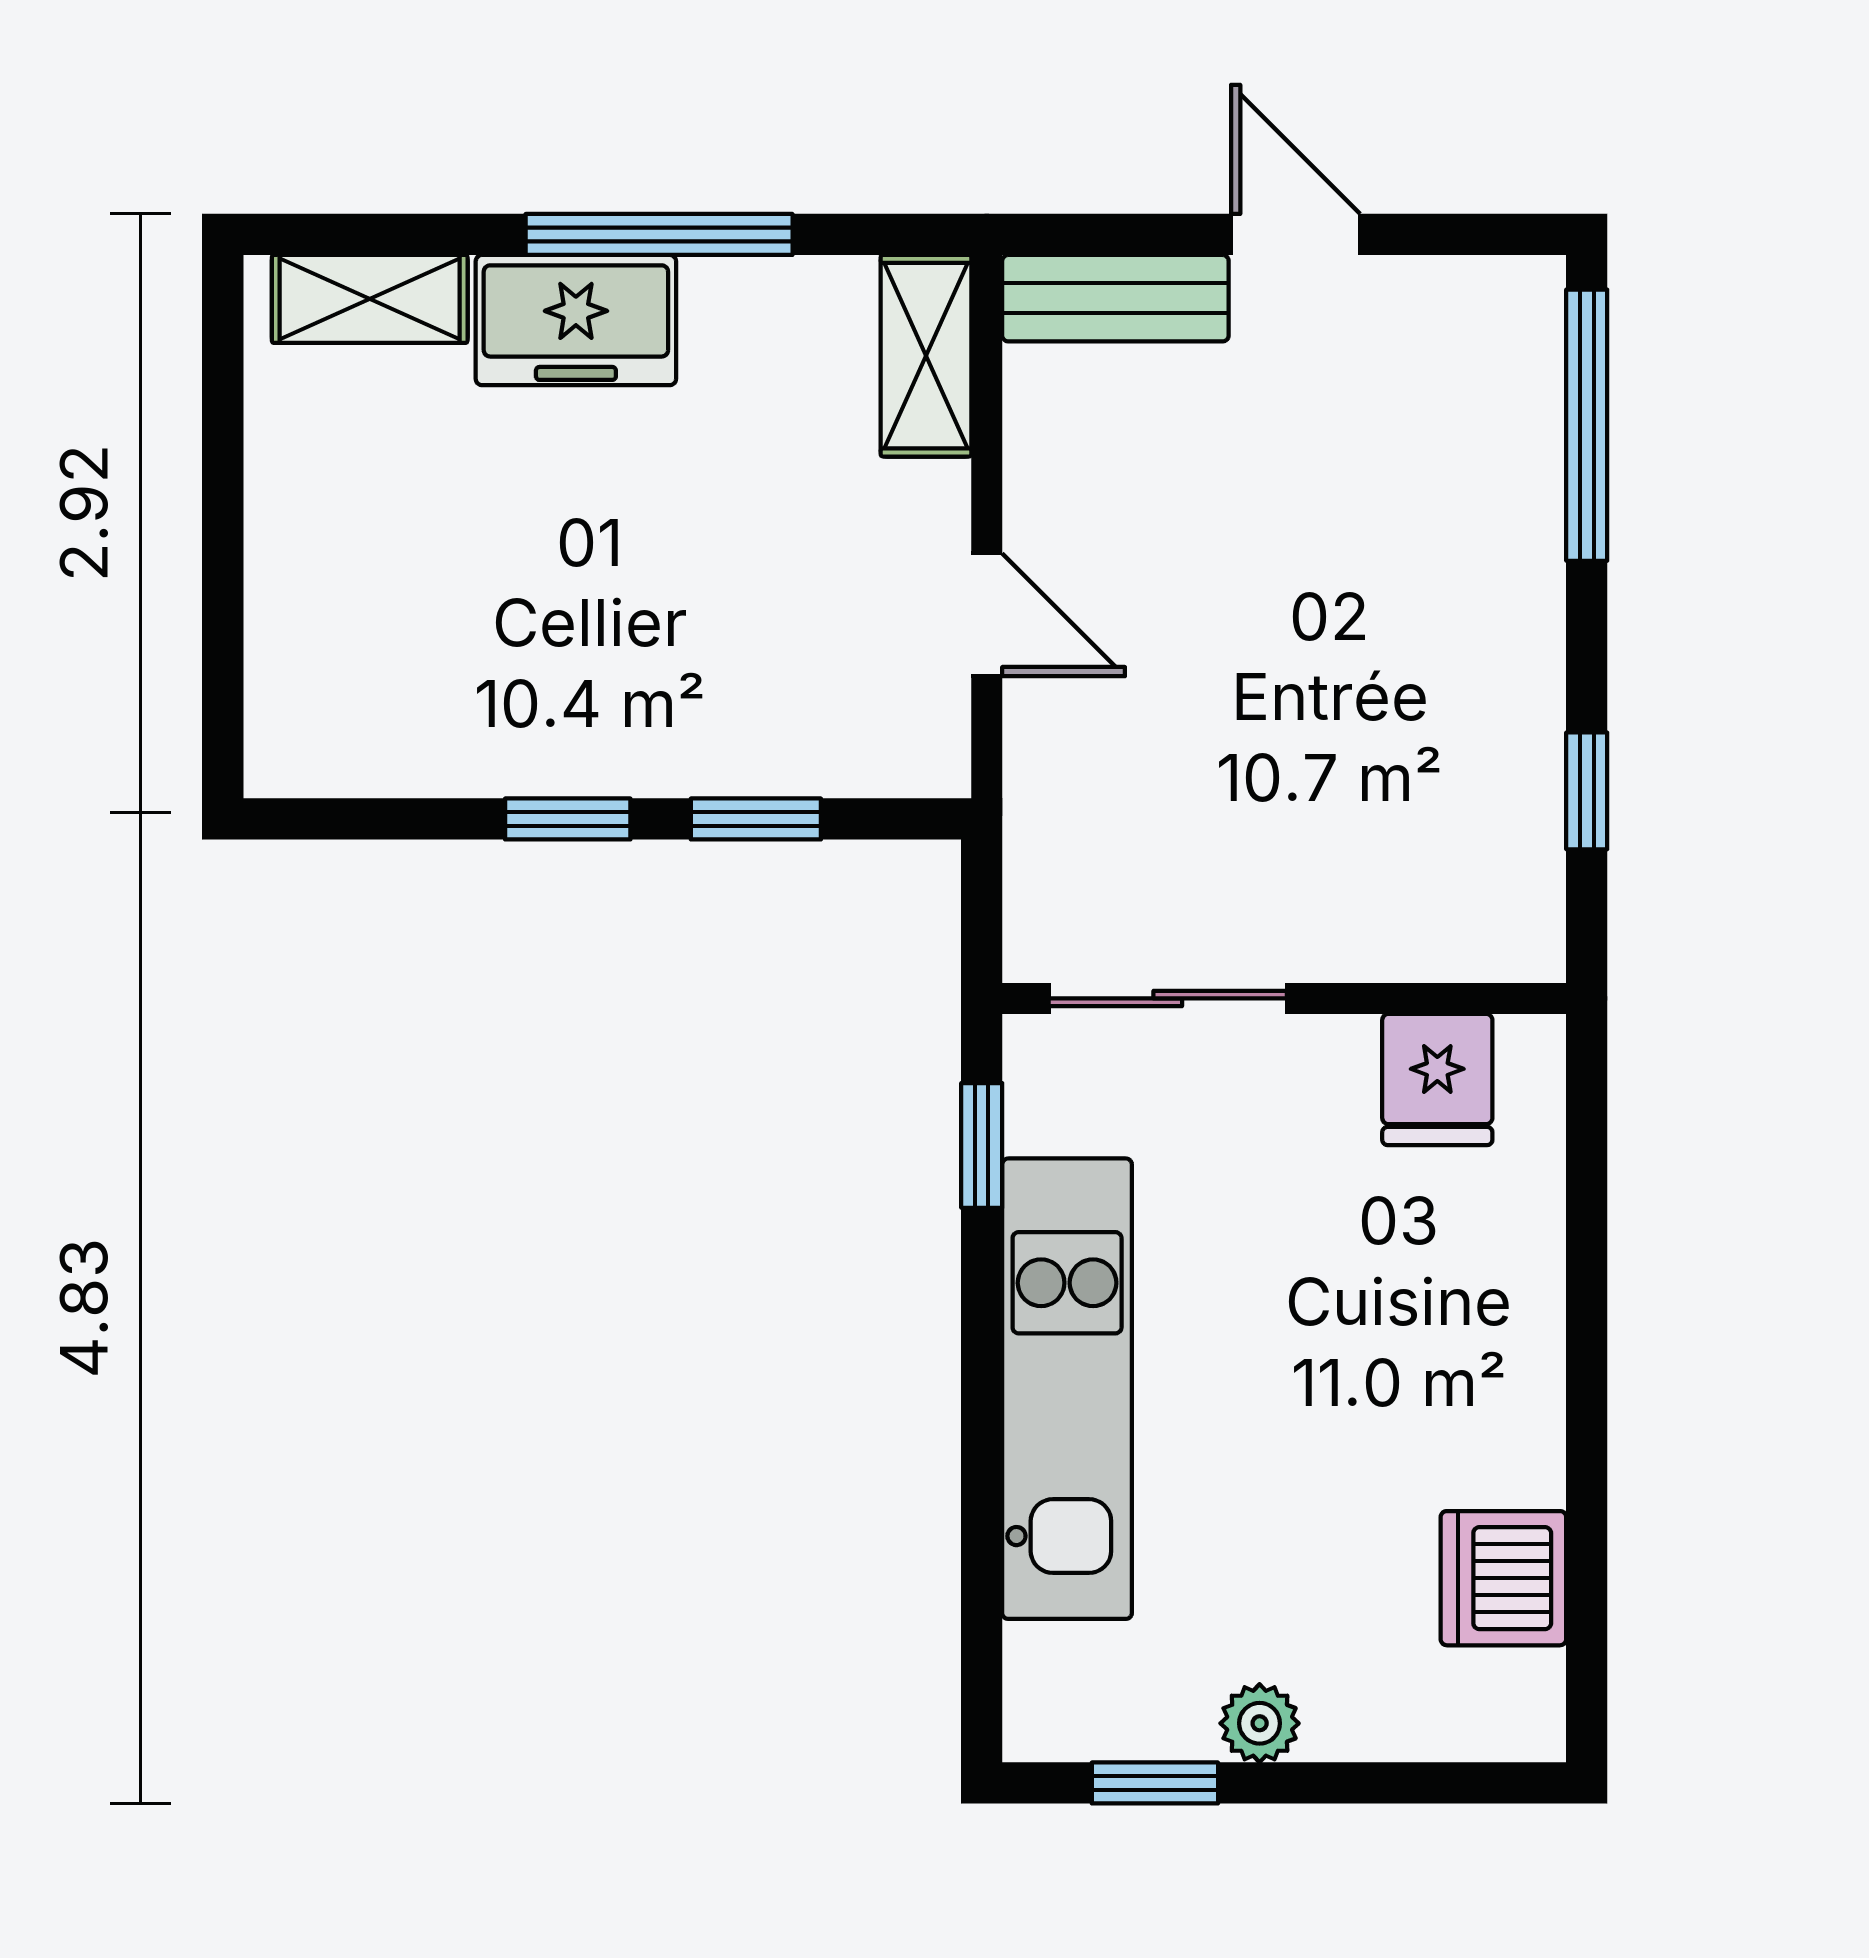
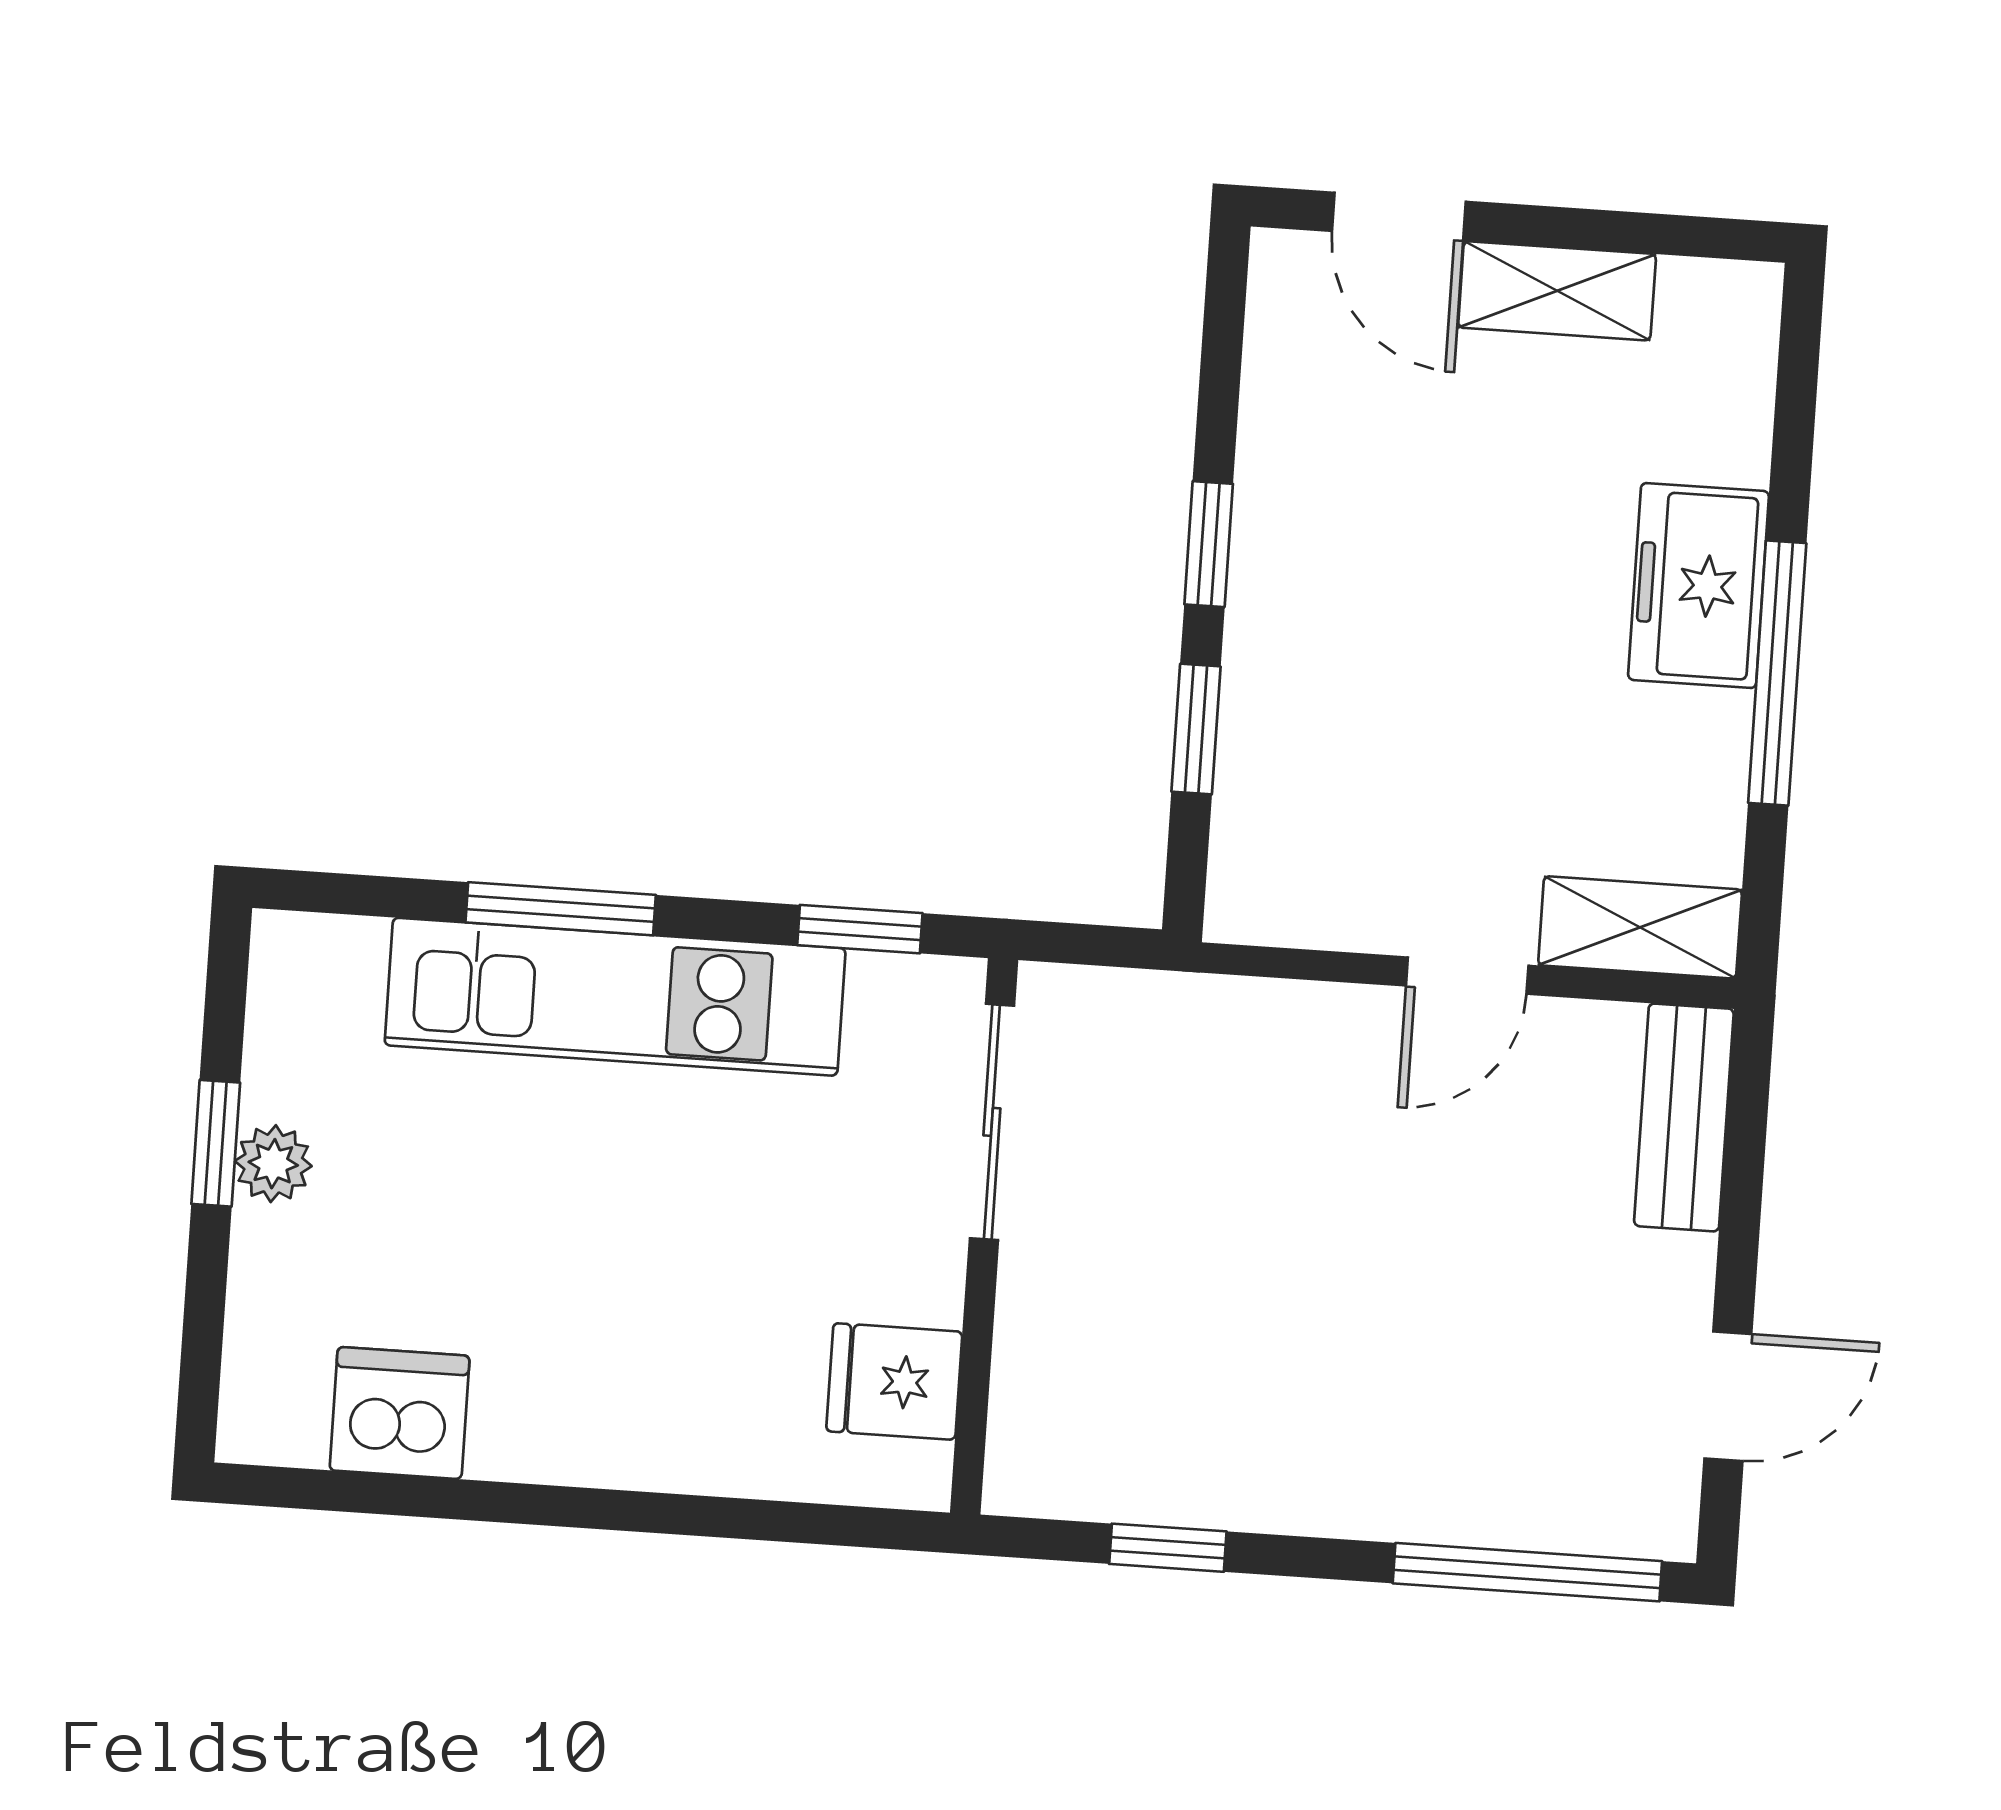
door: (1296, 234) -> (1728, 1396), moved
shelving: (370, 299) -> (1557, 291), moved, turned 90
door: (987, 615) -> (1467, 976), moved
door: (223, 649) -> (1399, 216), added
window: (982, 1450) -> (561, 909), added
window: (1155, 1783) -> (216, 1143), moved

